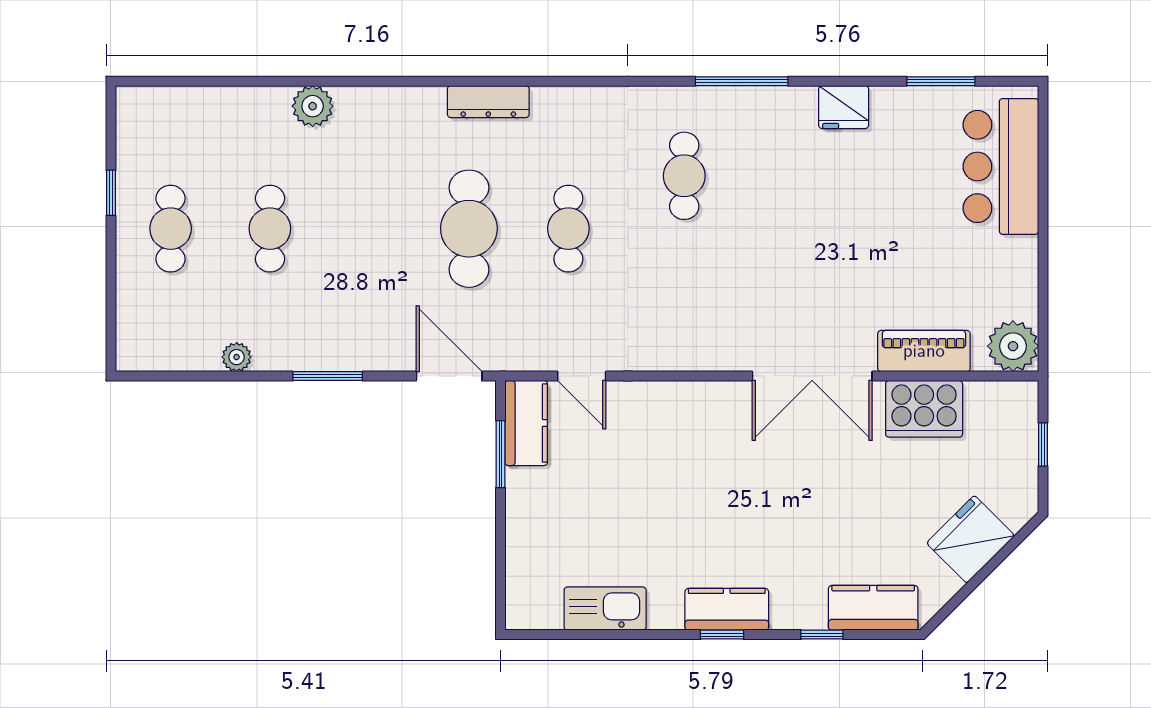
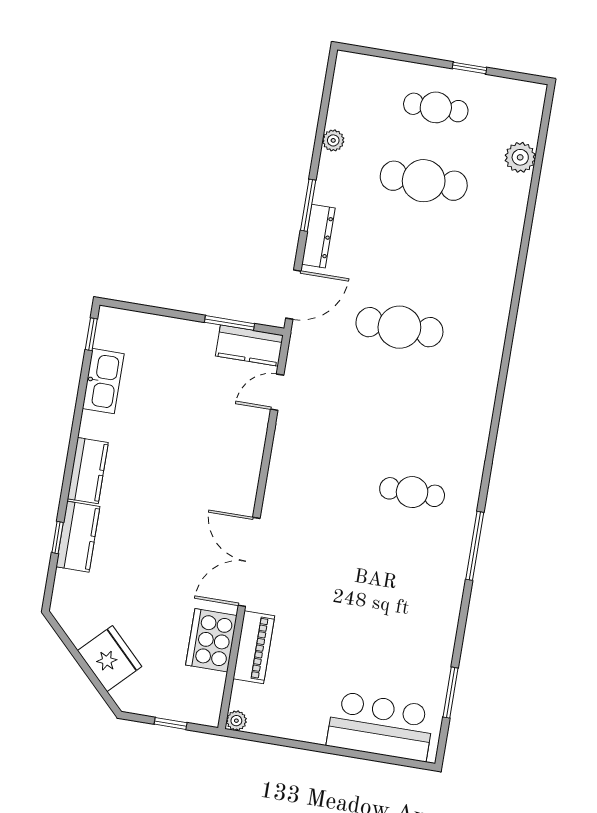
dresser: (488, 102) -> (318, 236), moved, turned 180
plant: (313, 106) -> (520, 157), moved
fridge: (844, 107) -> (443, 618), removed
cafe table: (270, 229) -> (424, 181), width x1.37, depth x1.35
cafe table: (568, 229) -> (387, 400), removed
plant: (1013, 346) -> (236, 721), width x0.53, depth x0.53
kitchen counter: (873, 608) -> (78, 537), moved
window: (722, 635) -> (91, 334), moved

